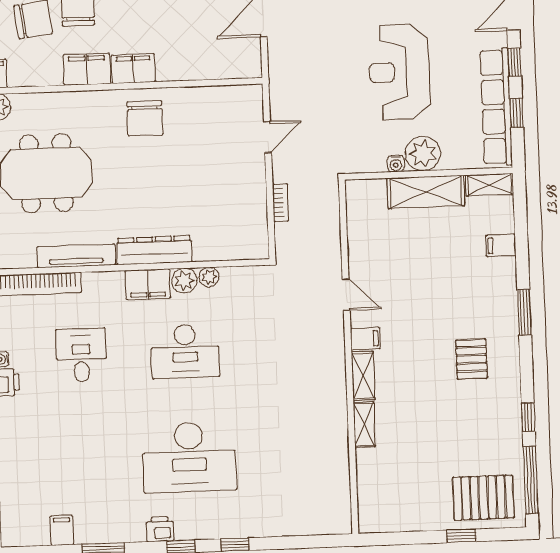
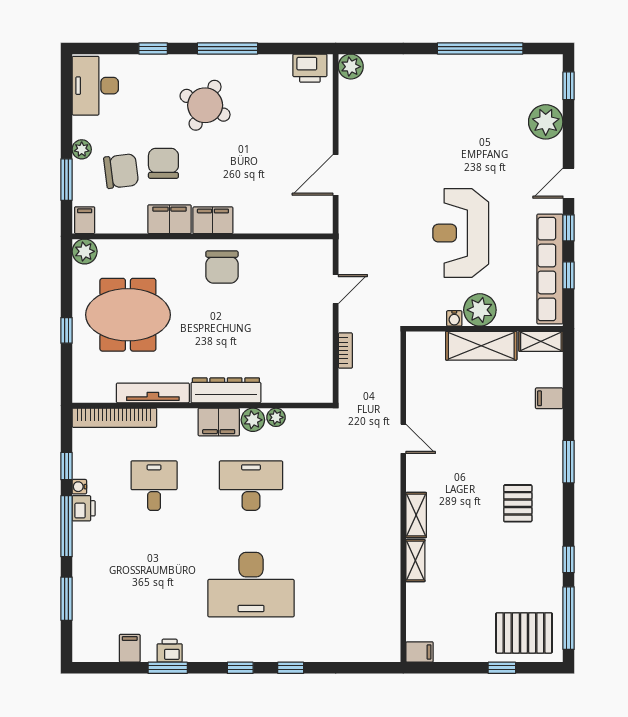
filing cabinet: (365, 339) -> (420, 652), moved
desk: (185, 351) -> (251, 486), turned 180
printer: (160, 529) -> (170, 651), moved

